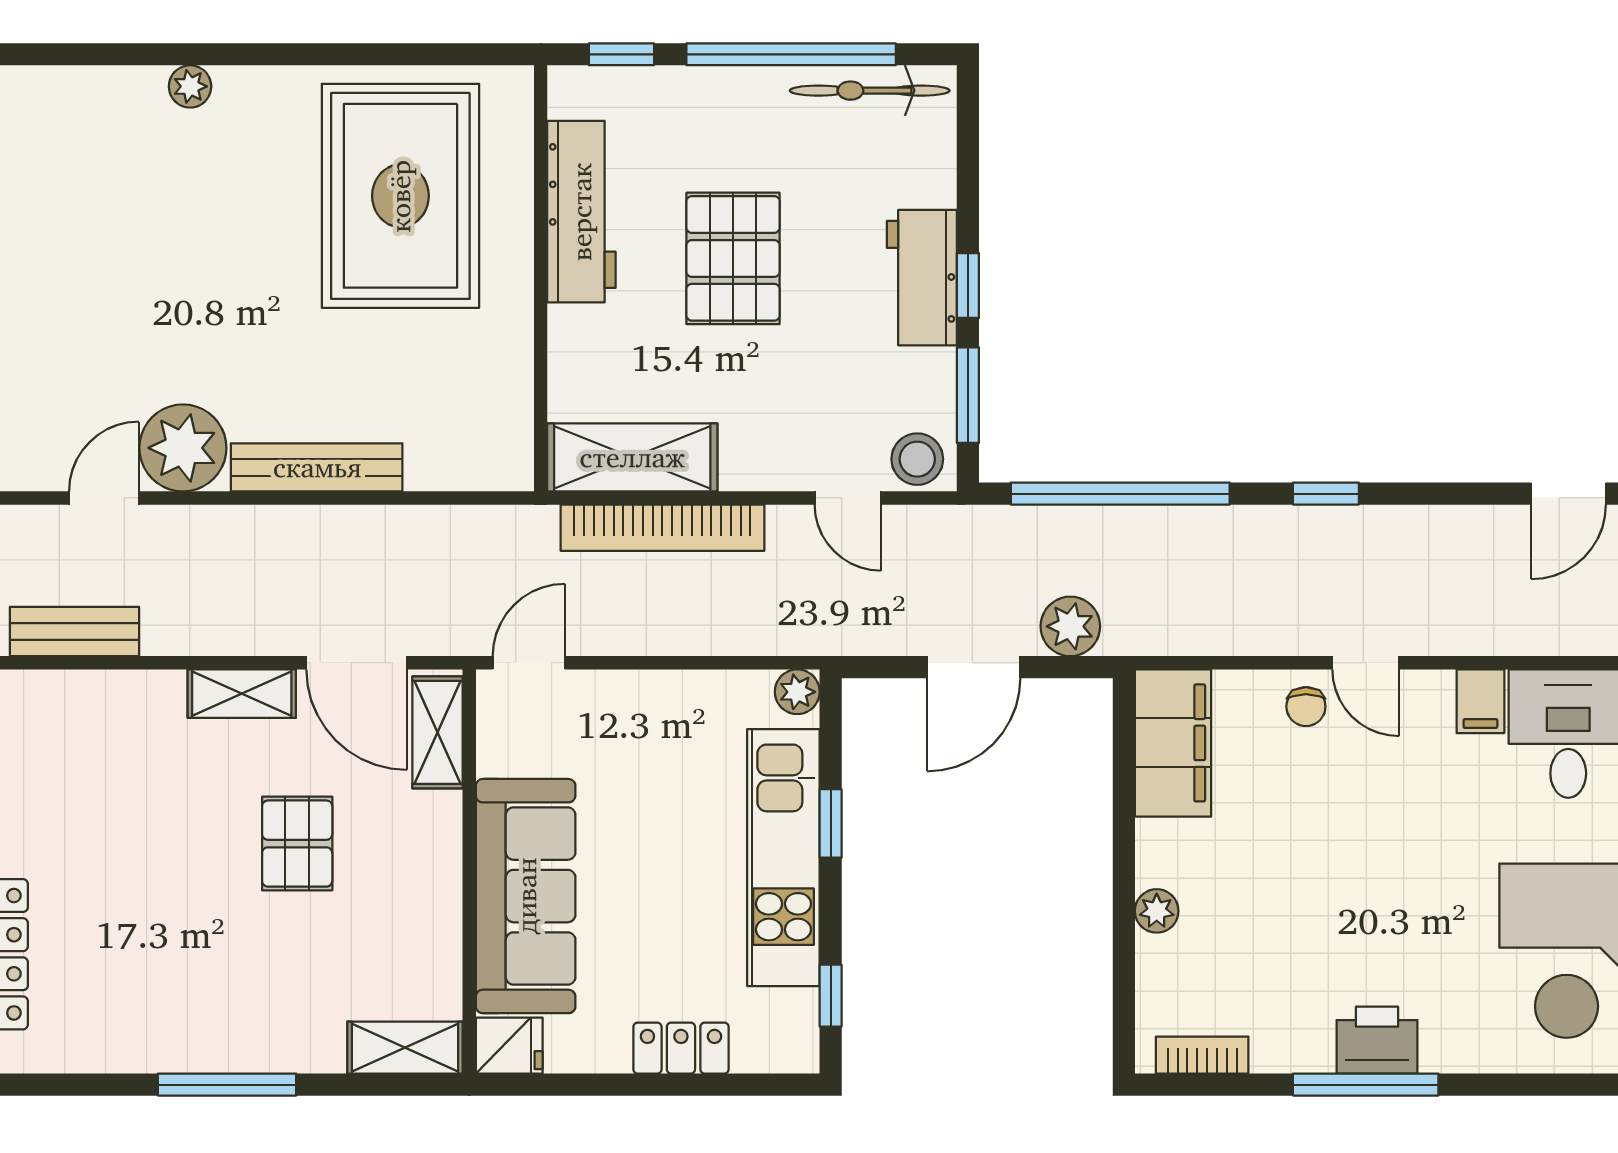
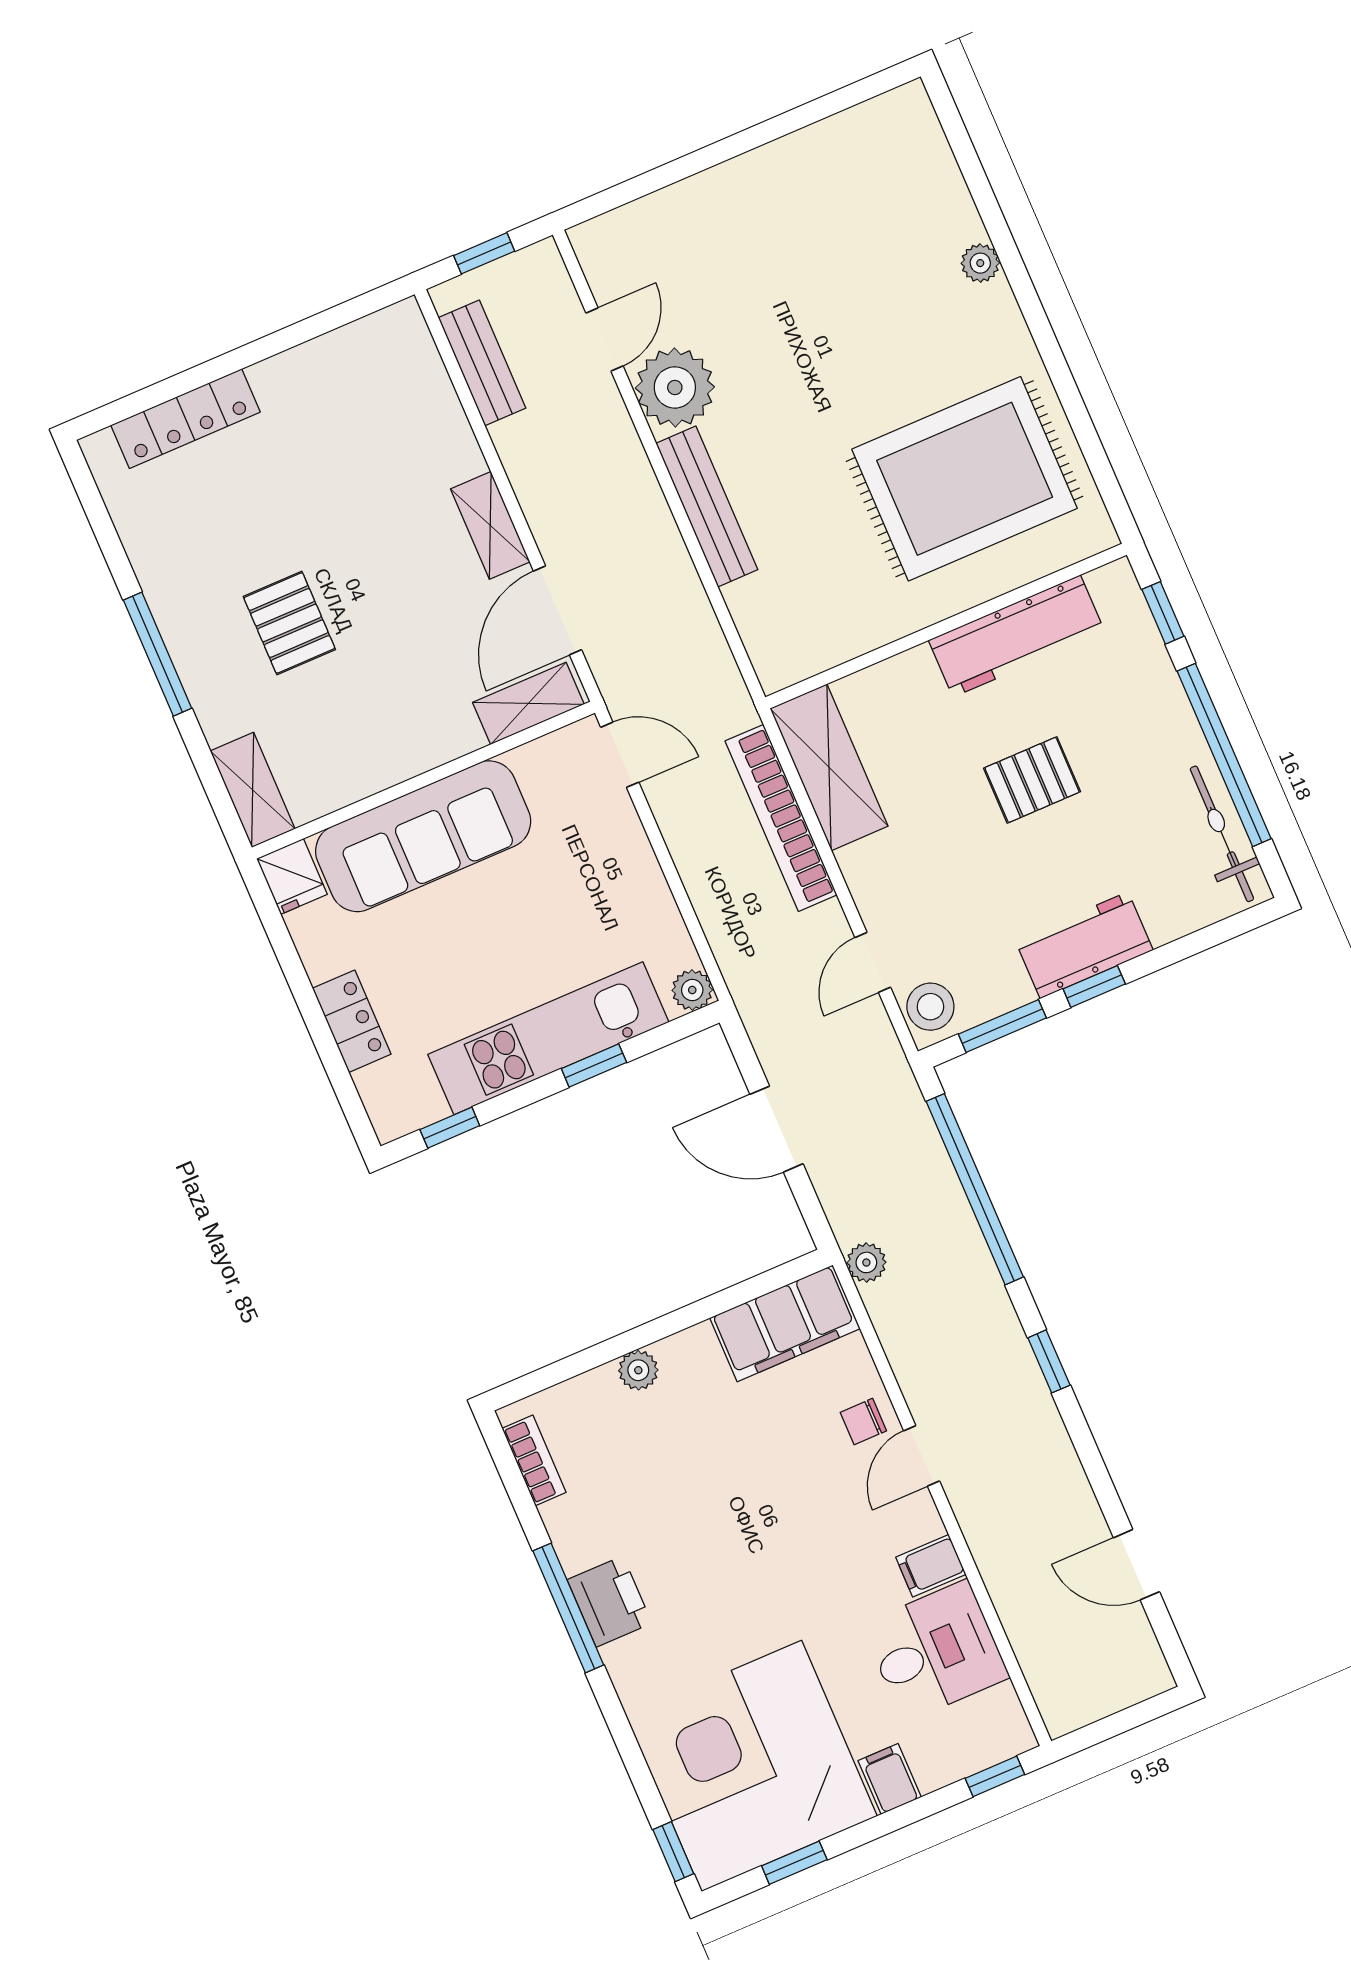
pallet: (733, 258) -> (1032, 780), width x0.67, depth x0.71
door: (104, 498) -> (604, 339), hinge flipped
plant: (1070, 626) -> (866, 1262), moved, width x0.73, depth x0.73
pallet: (297, 844) -> (289, 623), moved, turned 90

